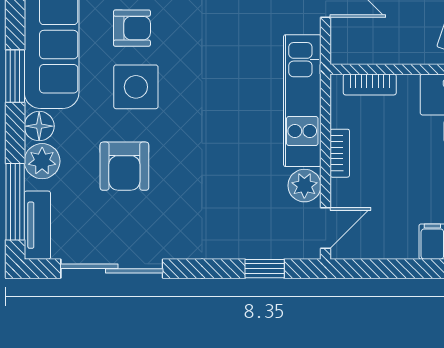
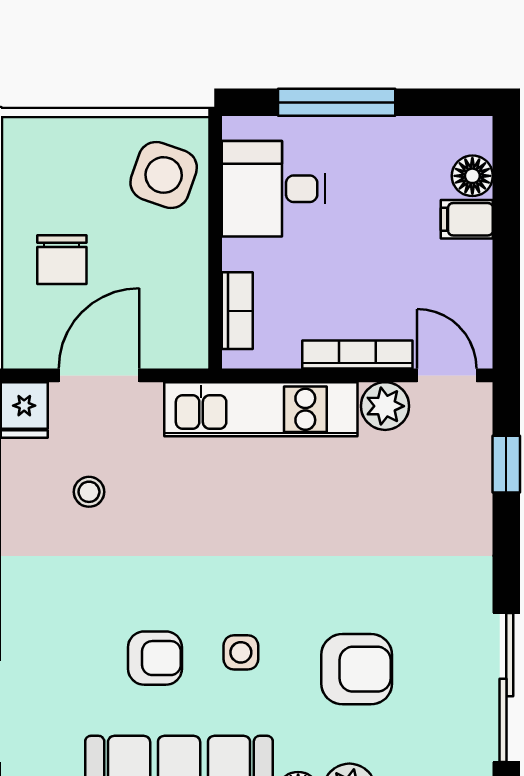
armchair: (132, 28) -> (155, 658), turned 90
side table: (136, 87) -> (241, 652), width x0.54, depth x0.54
bookcase: (340, 153) -> (357, 354), width x1.56

